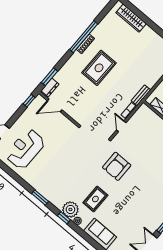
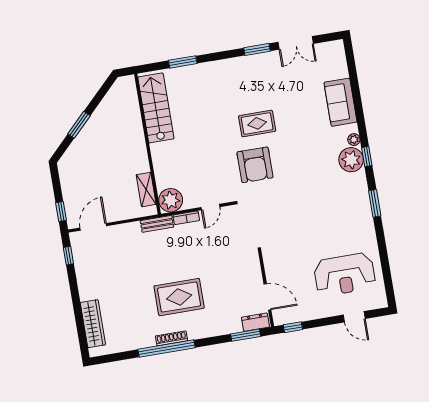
plant: (144, 113) -> (171, 200), added
armchair: (117, 166) -> (255, 165), turned 90
rug: (95, 199) -> (257, 123), moved

